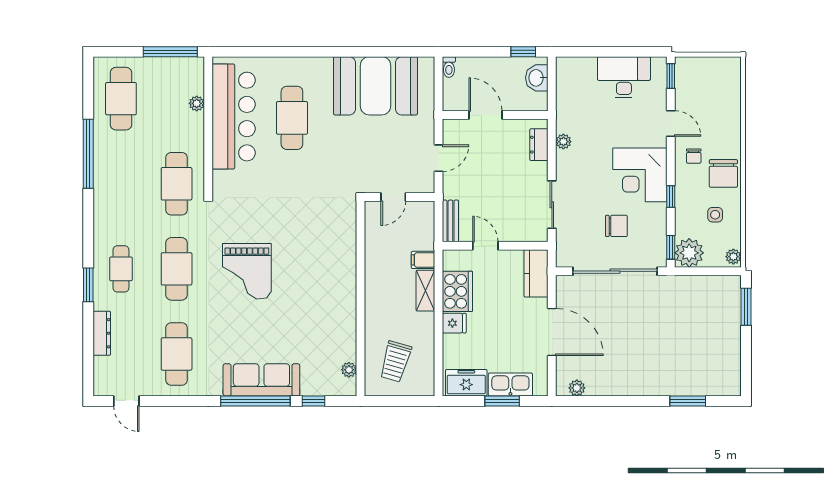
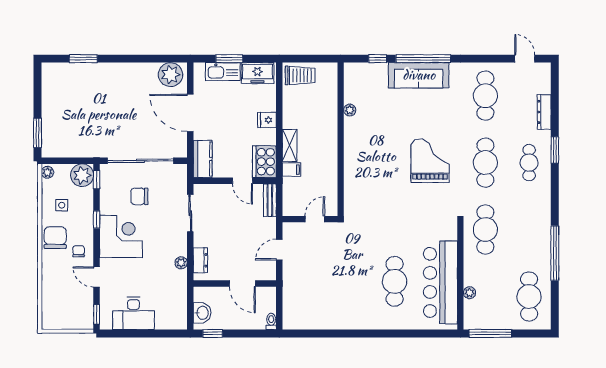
booth: (376, 86) -> (329, 307), removed
cooker: (457, 291) -> (264, 162), moved
trolley: (395, 361) -> (300, 75), moved, turned 74
plant: (349, 370) -> (350, 110), moved
plant: (577, 388) -> (171, 75), width x1.88, depth x1.88

